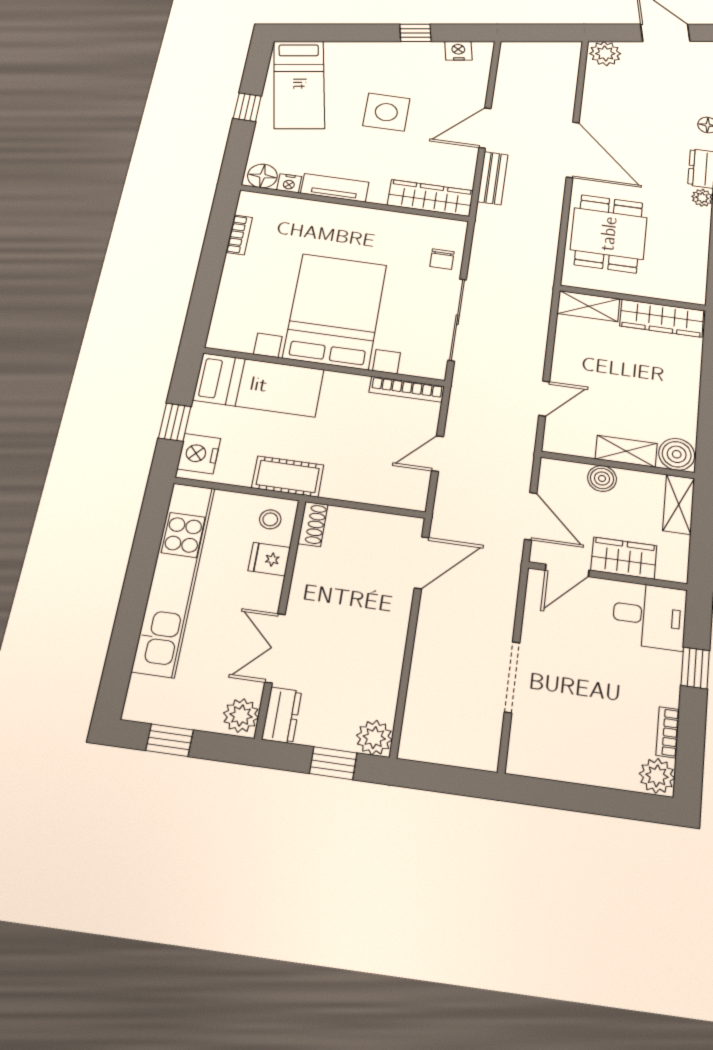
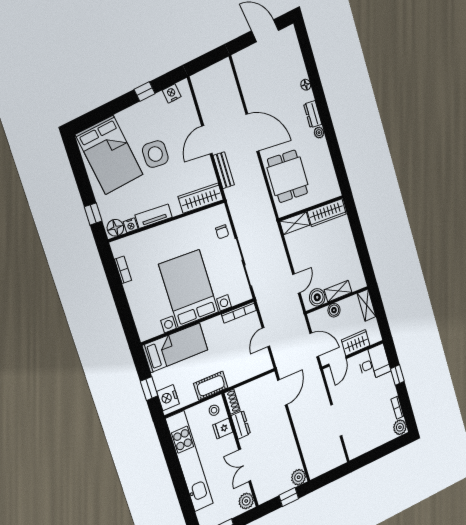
plant: (605, 54) -> (243, 60), removed
bed: (299, 84) -> (109, 155), width x1.50
window: (247, 107) -> (93, 214), moved
boiler: (677, 454) -> (317, 297), moved
dresser: (282, 715) -> (241, 425), moved

